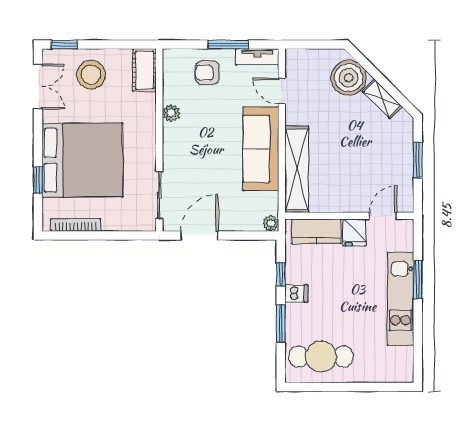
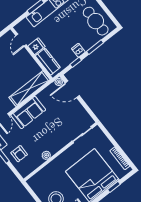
cot: (145, 70) -> (38, 179), removed
sofa: (261, 149) -> (28, 112), width x0.73
door: (383, 216) -> (21, 40), hinge flipped
door: (199, 235) -> (72, 89), moved

